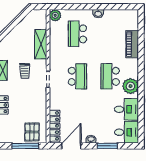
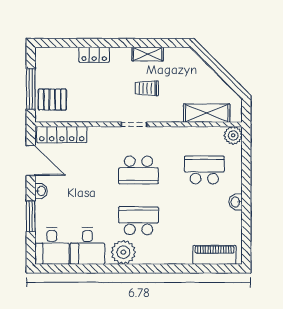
shelving: (41, 44) -> (207, 113), moved
piano: (132, 44) -> (215, 255), moved

